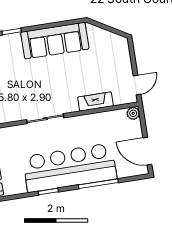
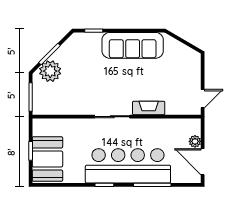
fireplace: (95, 102) -> (149, 108), moved
plant: (133, 113) -> (195, 141), moved

